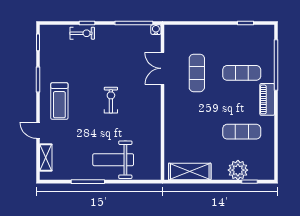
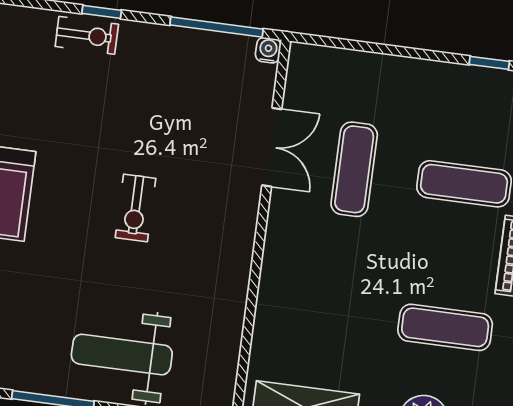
double door: (162, 68) -> (272, 147), swing flipped
exercise bike: (111, 100) -> (135, 208), turned 180

